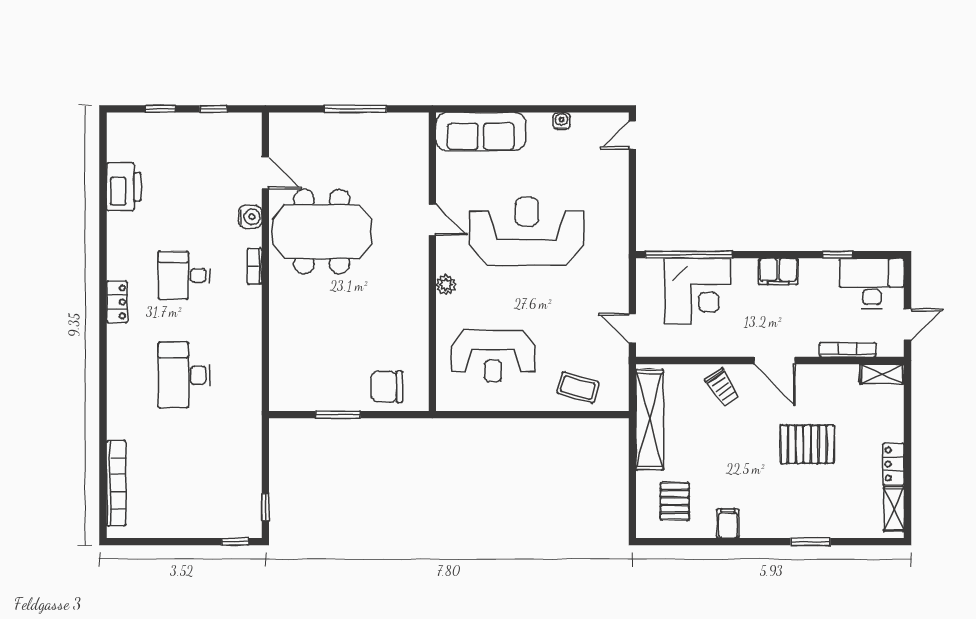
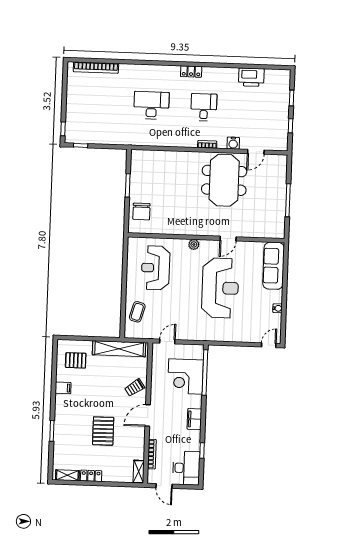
door: (632, 135) -> (269, 345), hinge flipped
chair: (387, 387) -> (141, 211), turned 180

